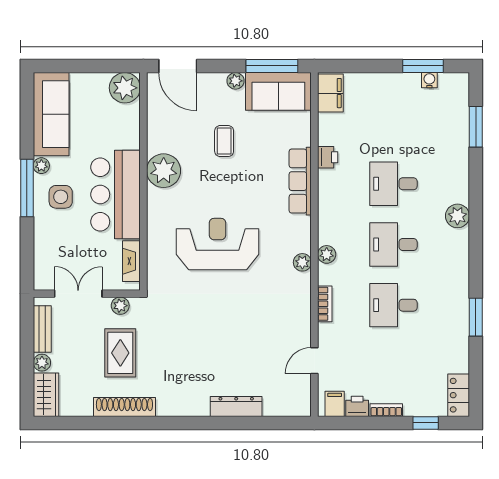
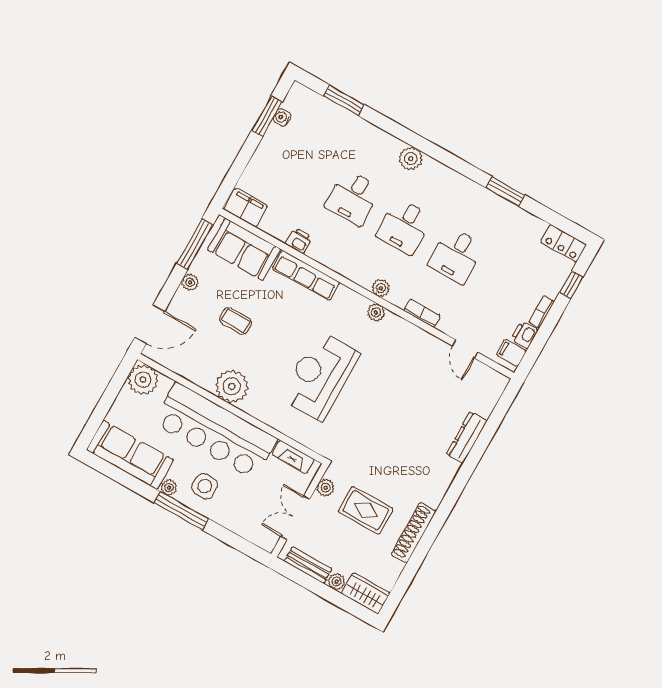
sofa: (278, 91) -> (244, 249), moved, turned 90
bar counter: (116, 194) -> (215, 431), width x1.36

